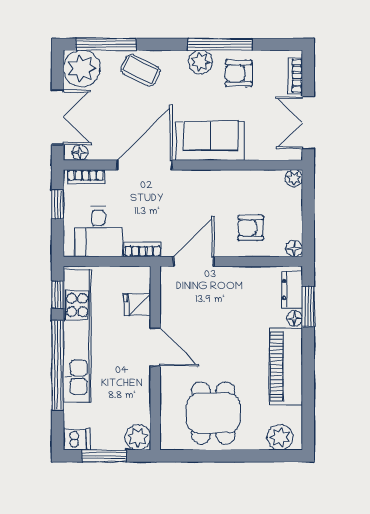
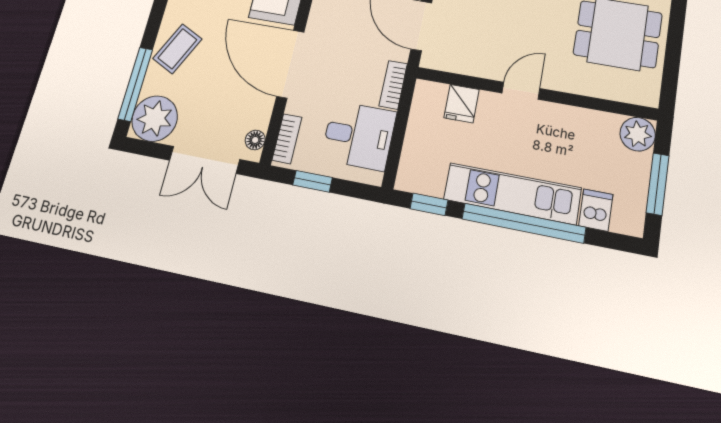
double door: (58, 117) -> (204, 160), swing flipped
kitchen unit: (77, 336) -> (512, 194), width x0.73
door: (155, 347) -> (521, 91), width x0.73
dishwasher: (77, 439) -> (596, 210), moved

